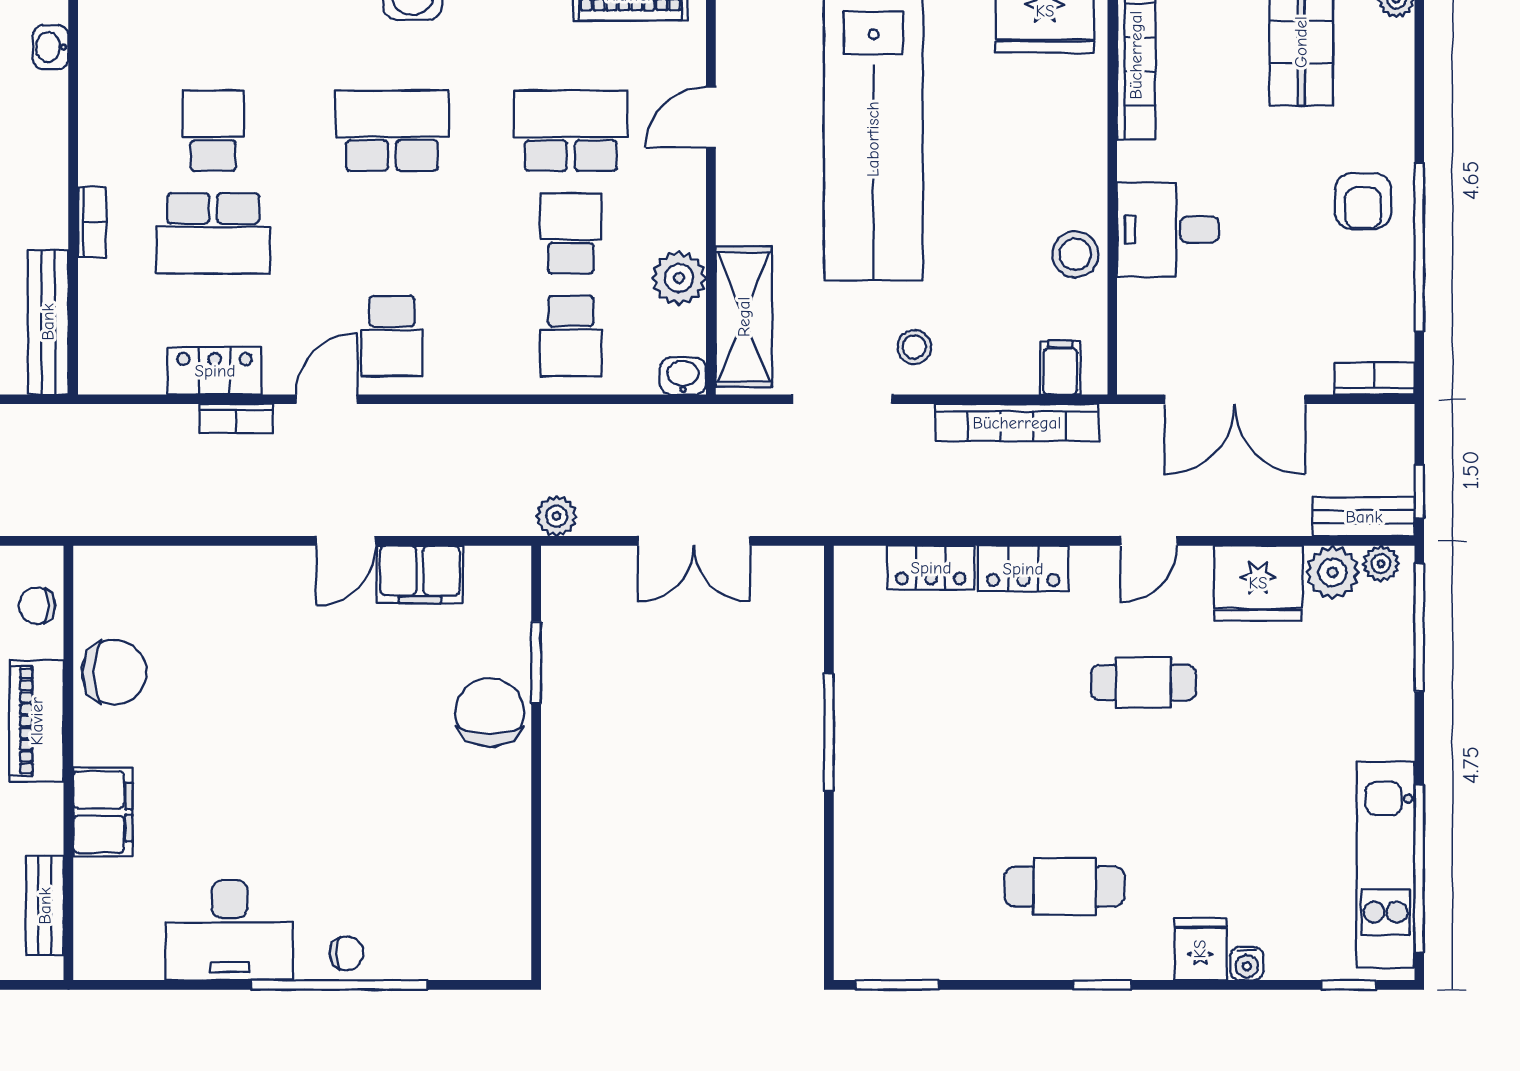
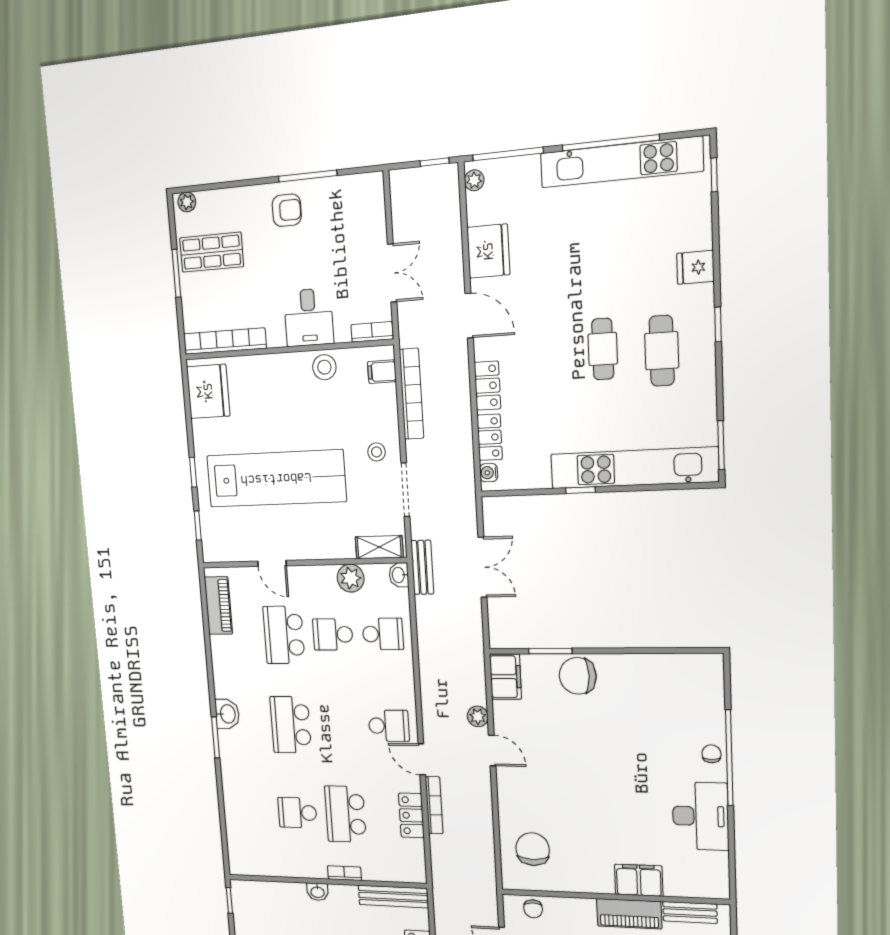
washbasin: (51, 47) -> (318, 892), moved
school desk: (213, 233) -> (345, 814), turned 180
window: (1419, 247) -> (308, 176), width x0.68
shelving: (744, 317) -> (379, 547), width x0.67, depth x0.75
bookcase: (1374, 378) -> (372, 332), moved, turned 90
double door: (1235, 399) -> (392, 273), width x0.73
bookcase: (236, 419) -> (434, 805), width x1.56
plant: (556, 516) -> (478, 716), moved
bench: (1364, 517) -> (422, 567), moved
door: (1149, 541) -> (469, 316), width x1.38
plant: (1333, 572) -> (480, 208), removed
filing cabinet: (420, 574) -> (505, 677), moved
chair: (114, 672) -> (533, 849), moved
cafe table: (1143, 683) -> (603, 349), moved
piano: (37, 721) -> (629, 914), moved
window: (829, 732) -> (580, 490), width x0.46
kitchen unit: (865, 831) -> (634, 468), added
kitchen unit: (1385, 865) -> (621, 162), width x1.36
window: (1419, 868) -> (611, 143), moved
water cooler: (1247, 964) -> (489, 473), moved, turned 180

